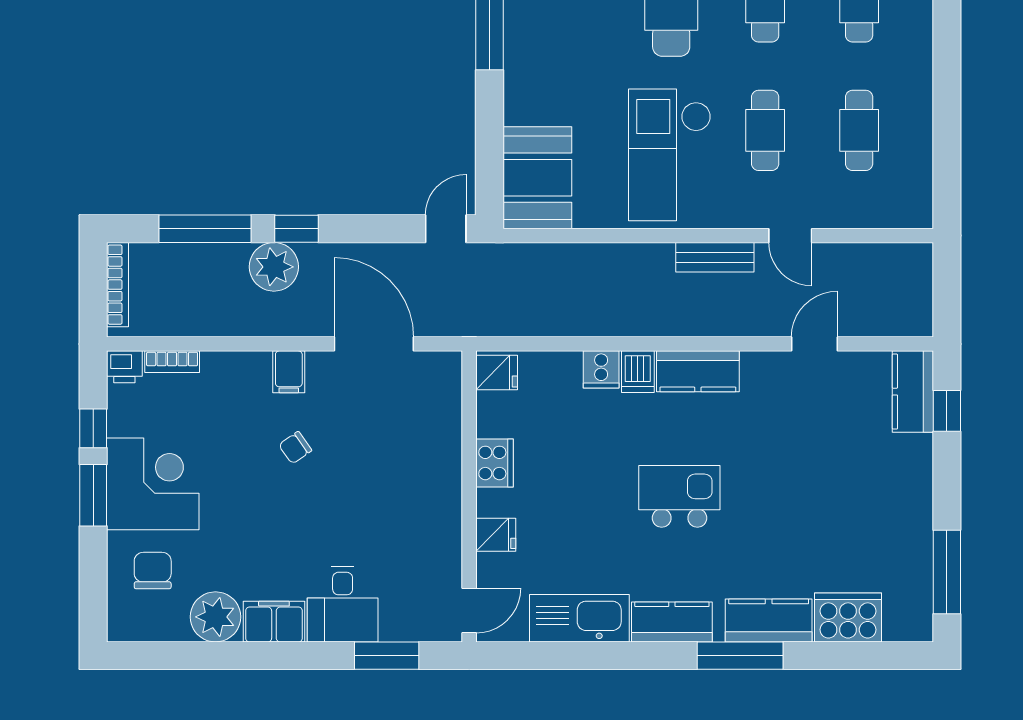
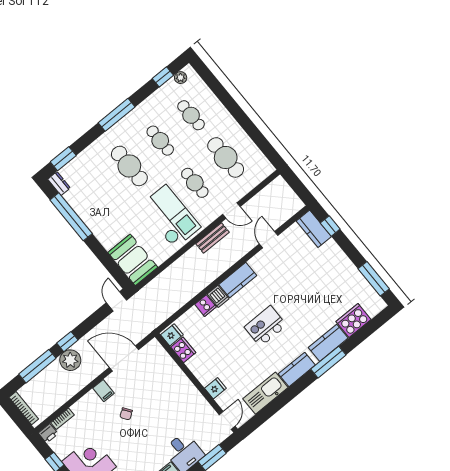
cafe table: (859, 130) -> (226, 157), width x1.37, depth x1.35
checkout: (670, 155) -> (170, 217), turned 180
cooker: (495, 463) -> (183, 350), moved

